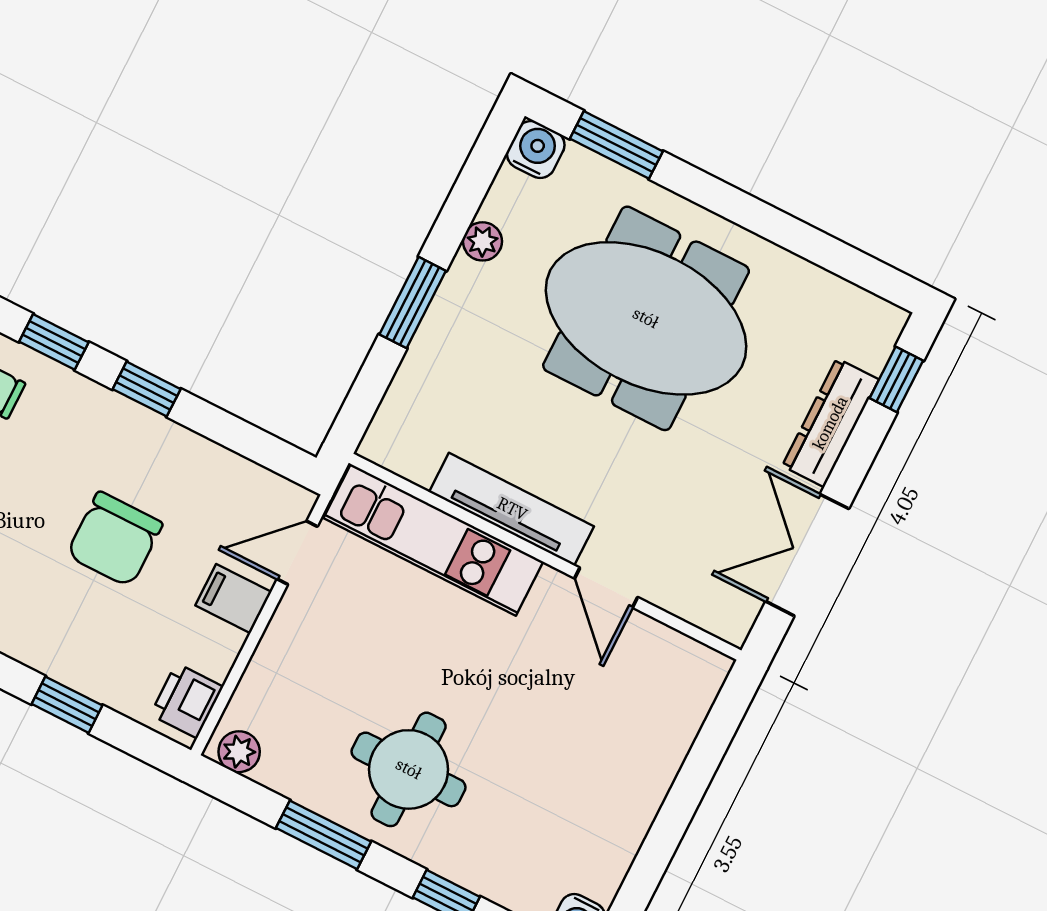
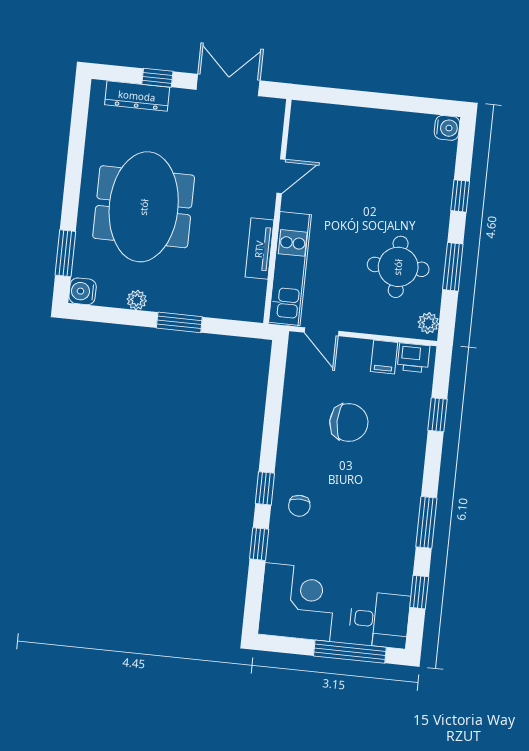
window: (896, 379) -> (157, 78), moved
window: (147, 389) -> (270, 435), removed
dresser: (830, 423) -> (137, 96), moved
tv unit: (512, 509) -> (259, 249), width x0.71
double door: (807, 555) -> (228, 85), swing flipped
filing cabinet: (233, 599) -> (384, 357), moved
round table: (409, 769) -> (398, 267), moved

